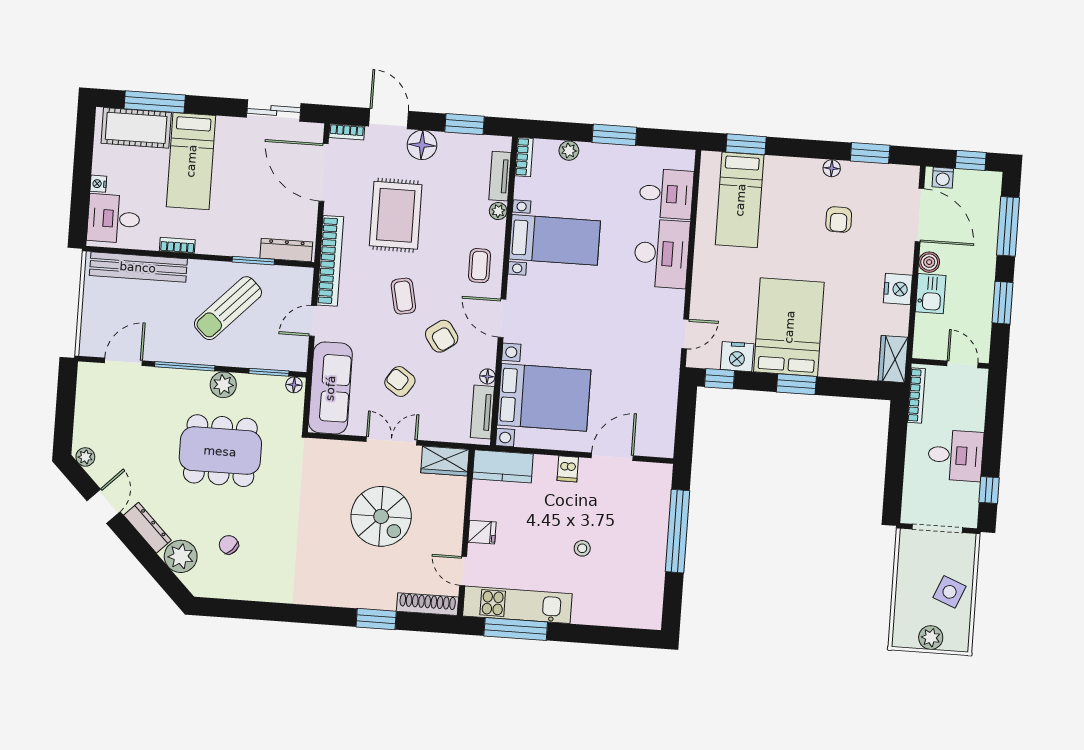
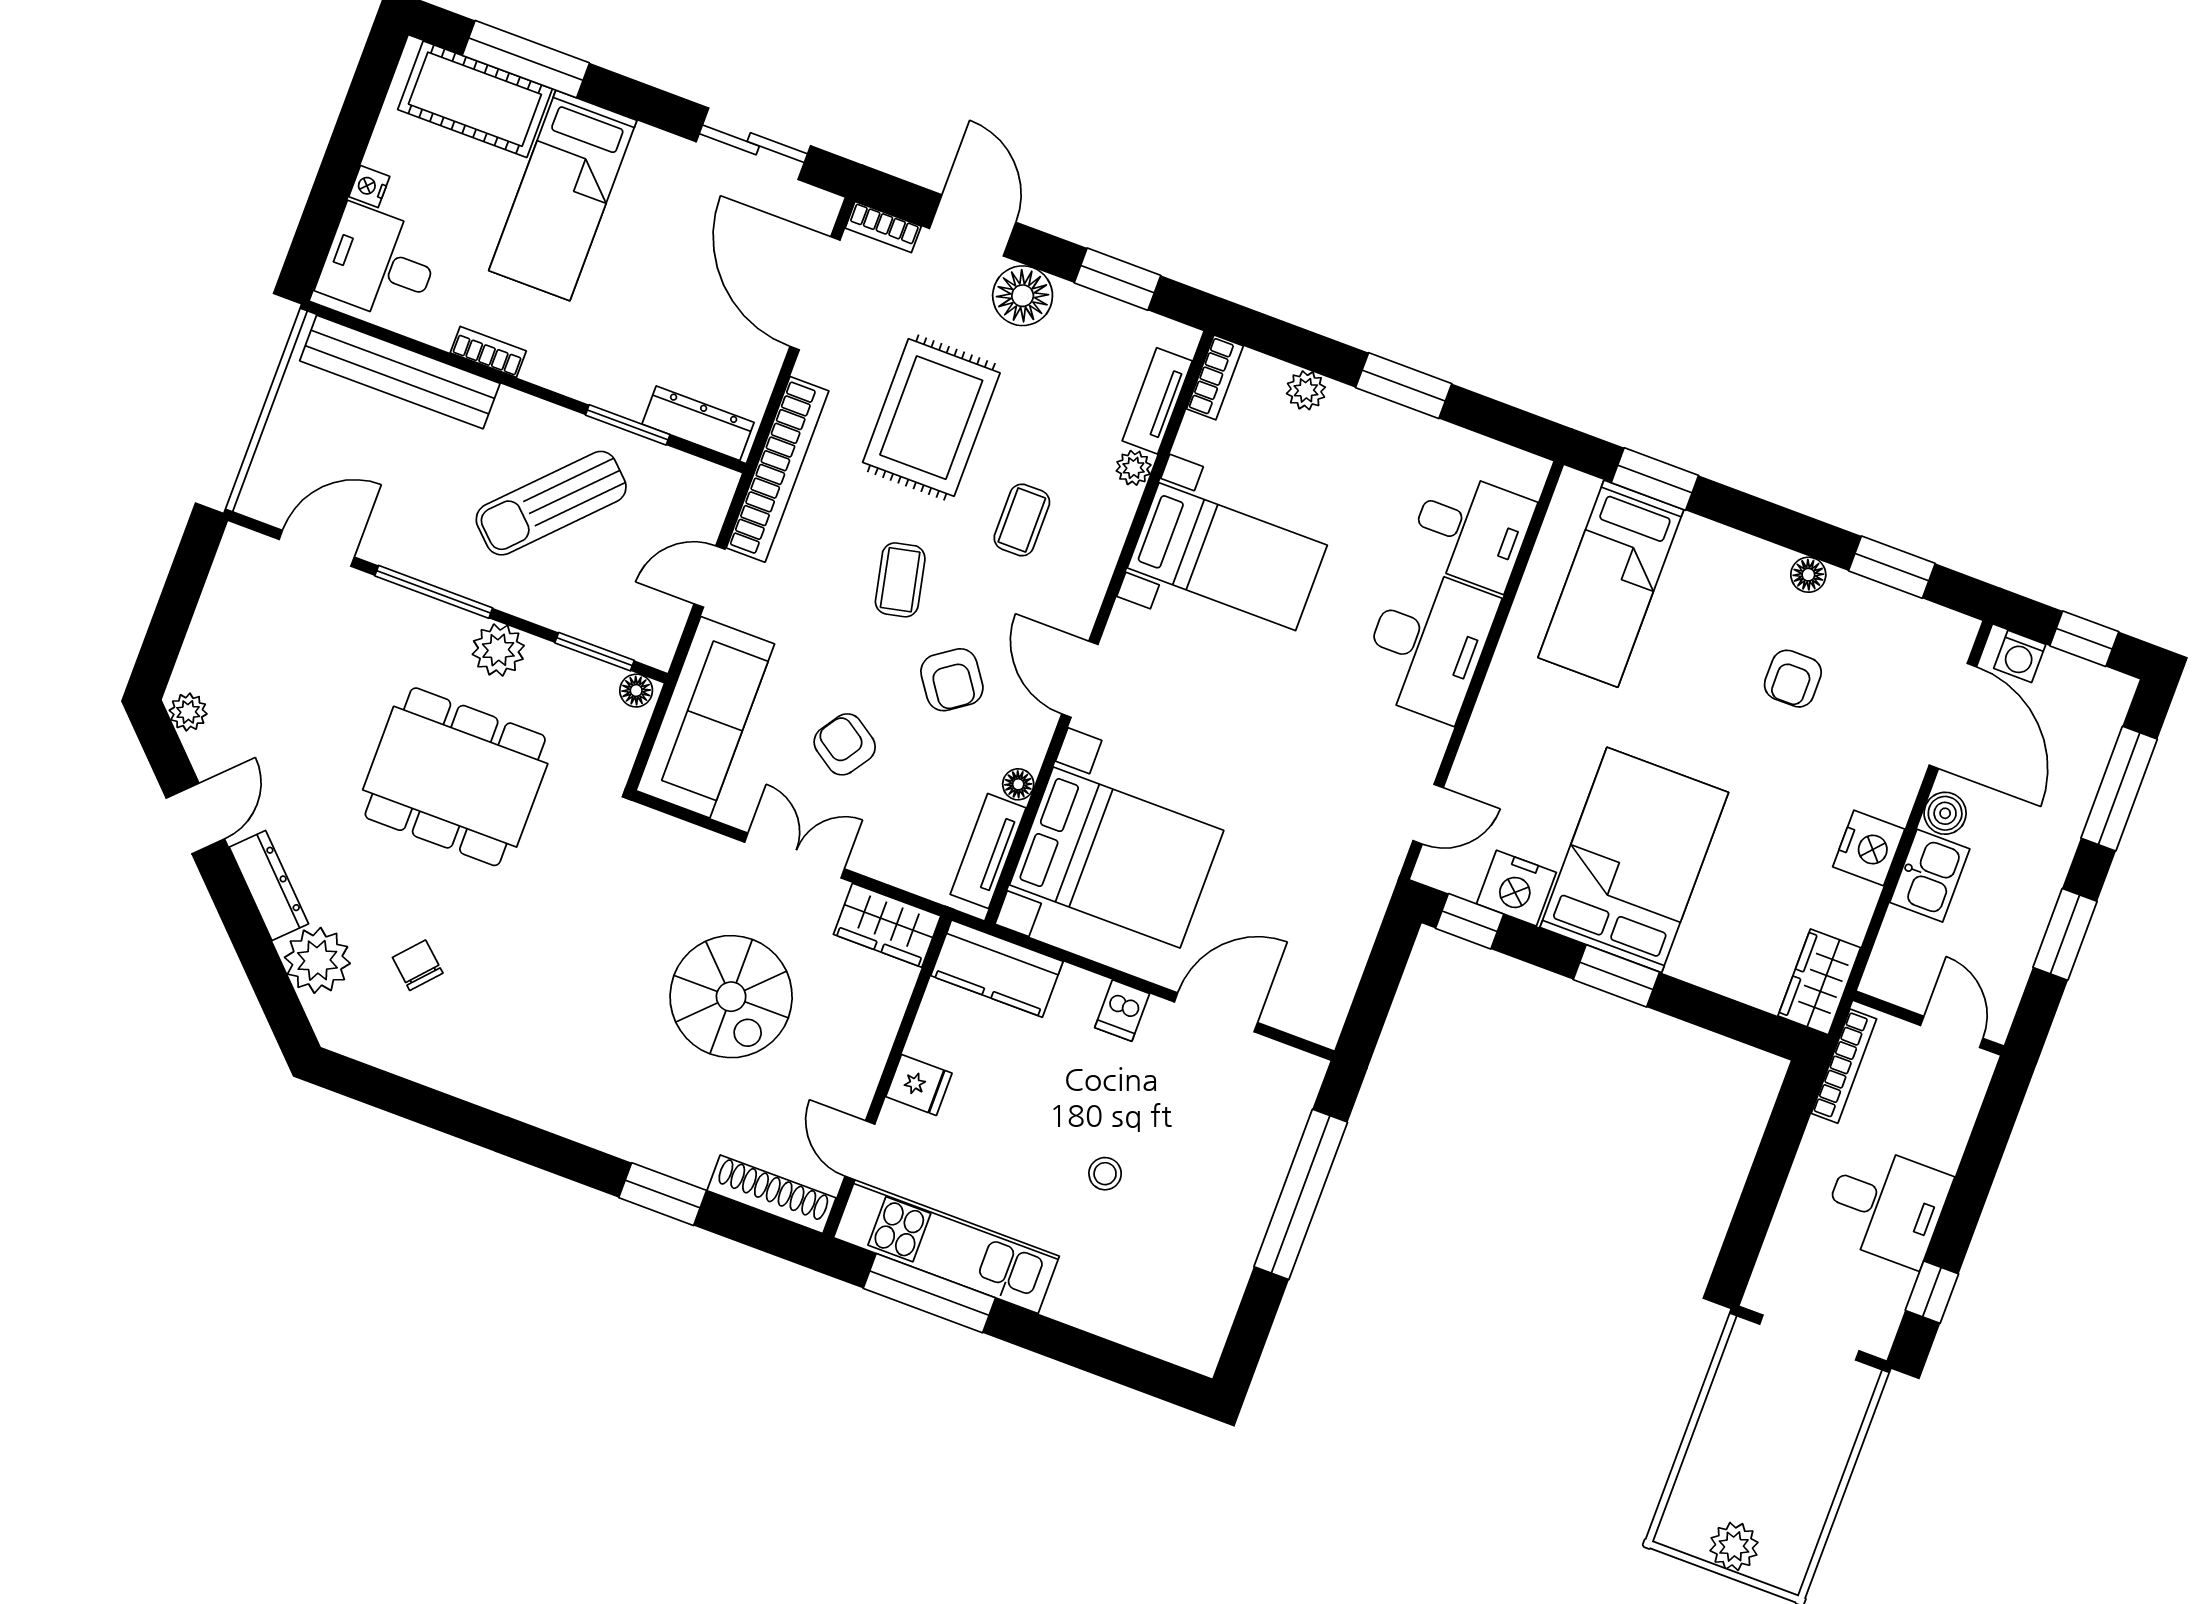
coffee table: (480, 266) -> (1022, 520), moved
side table: (950, 592) -> (1797, 1468), removed

